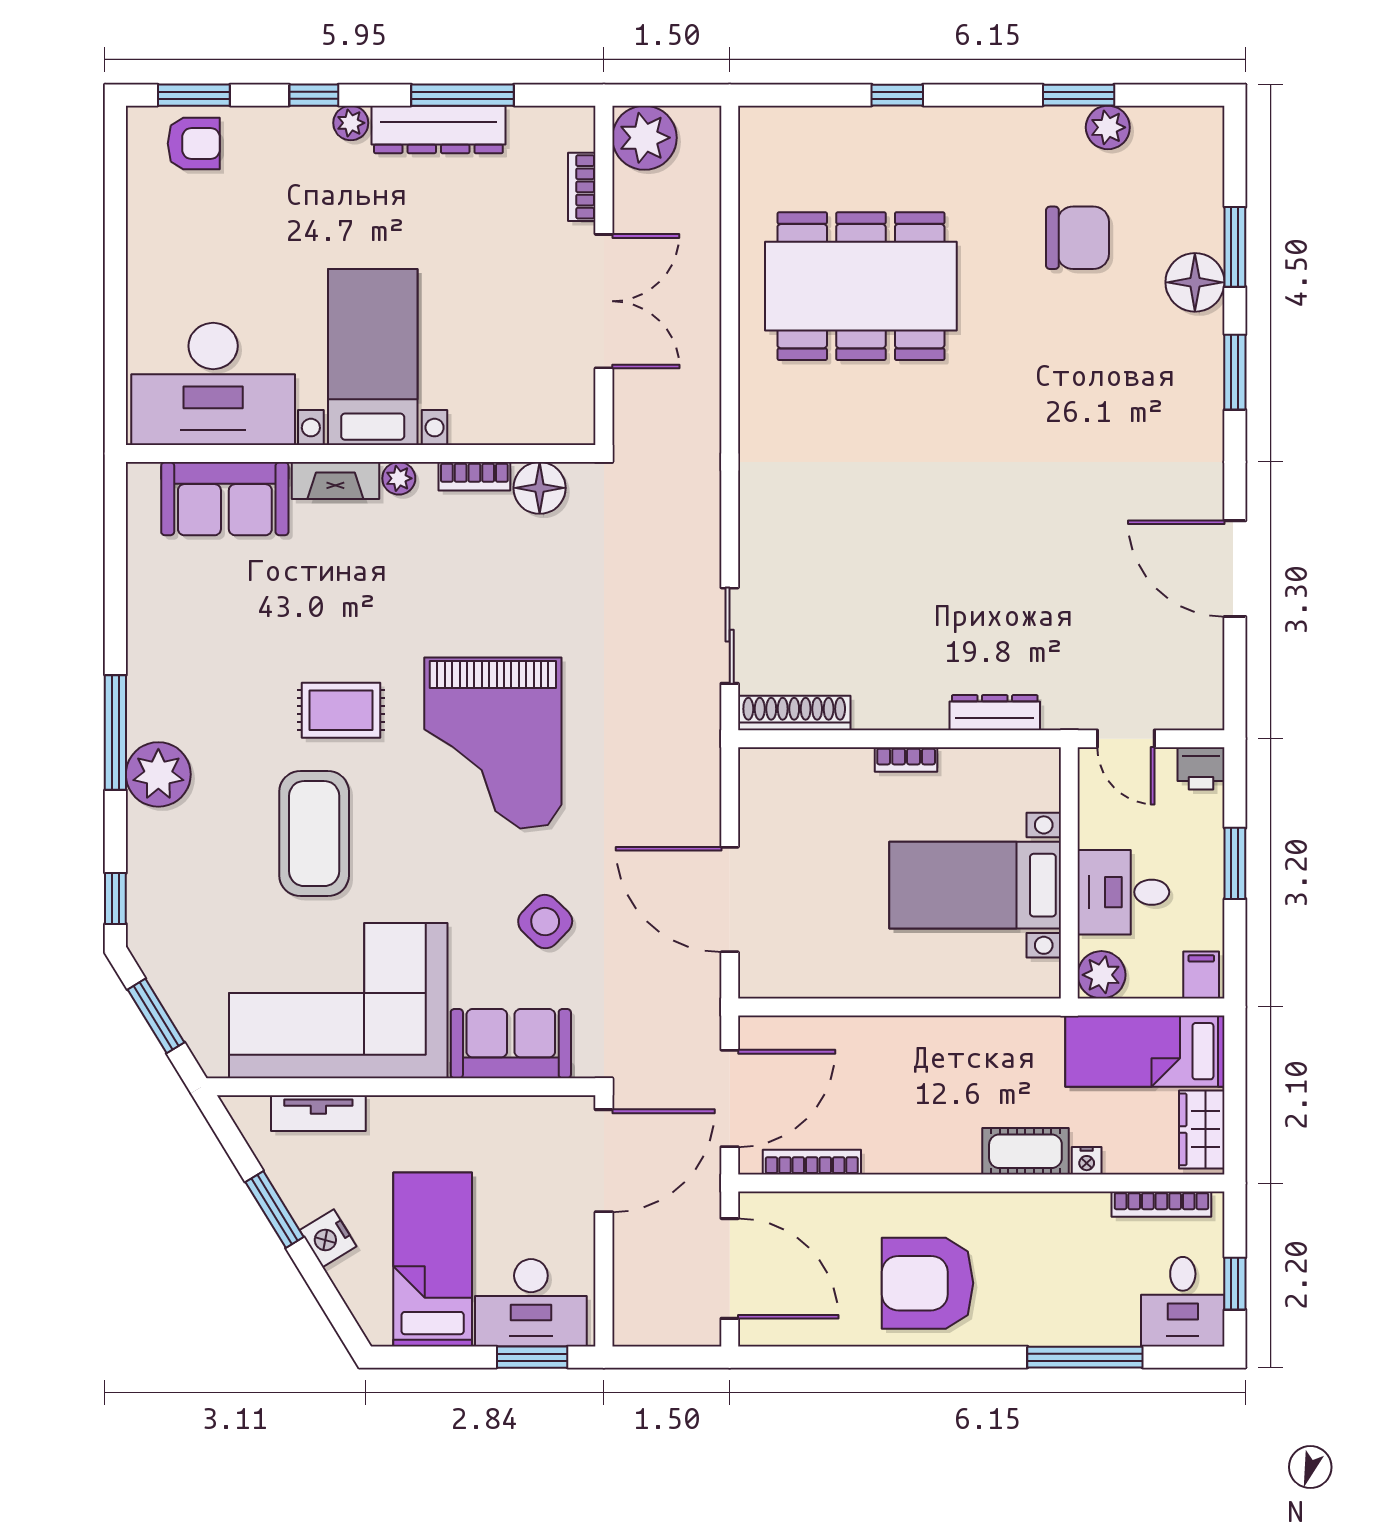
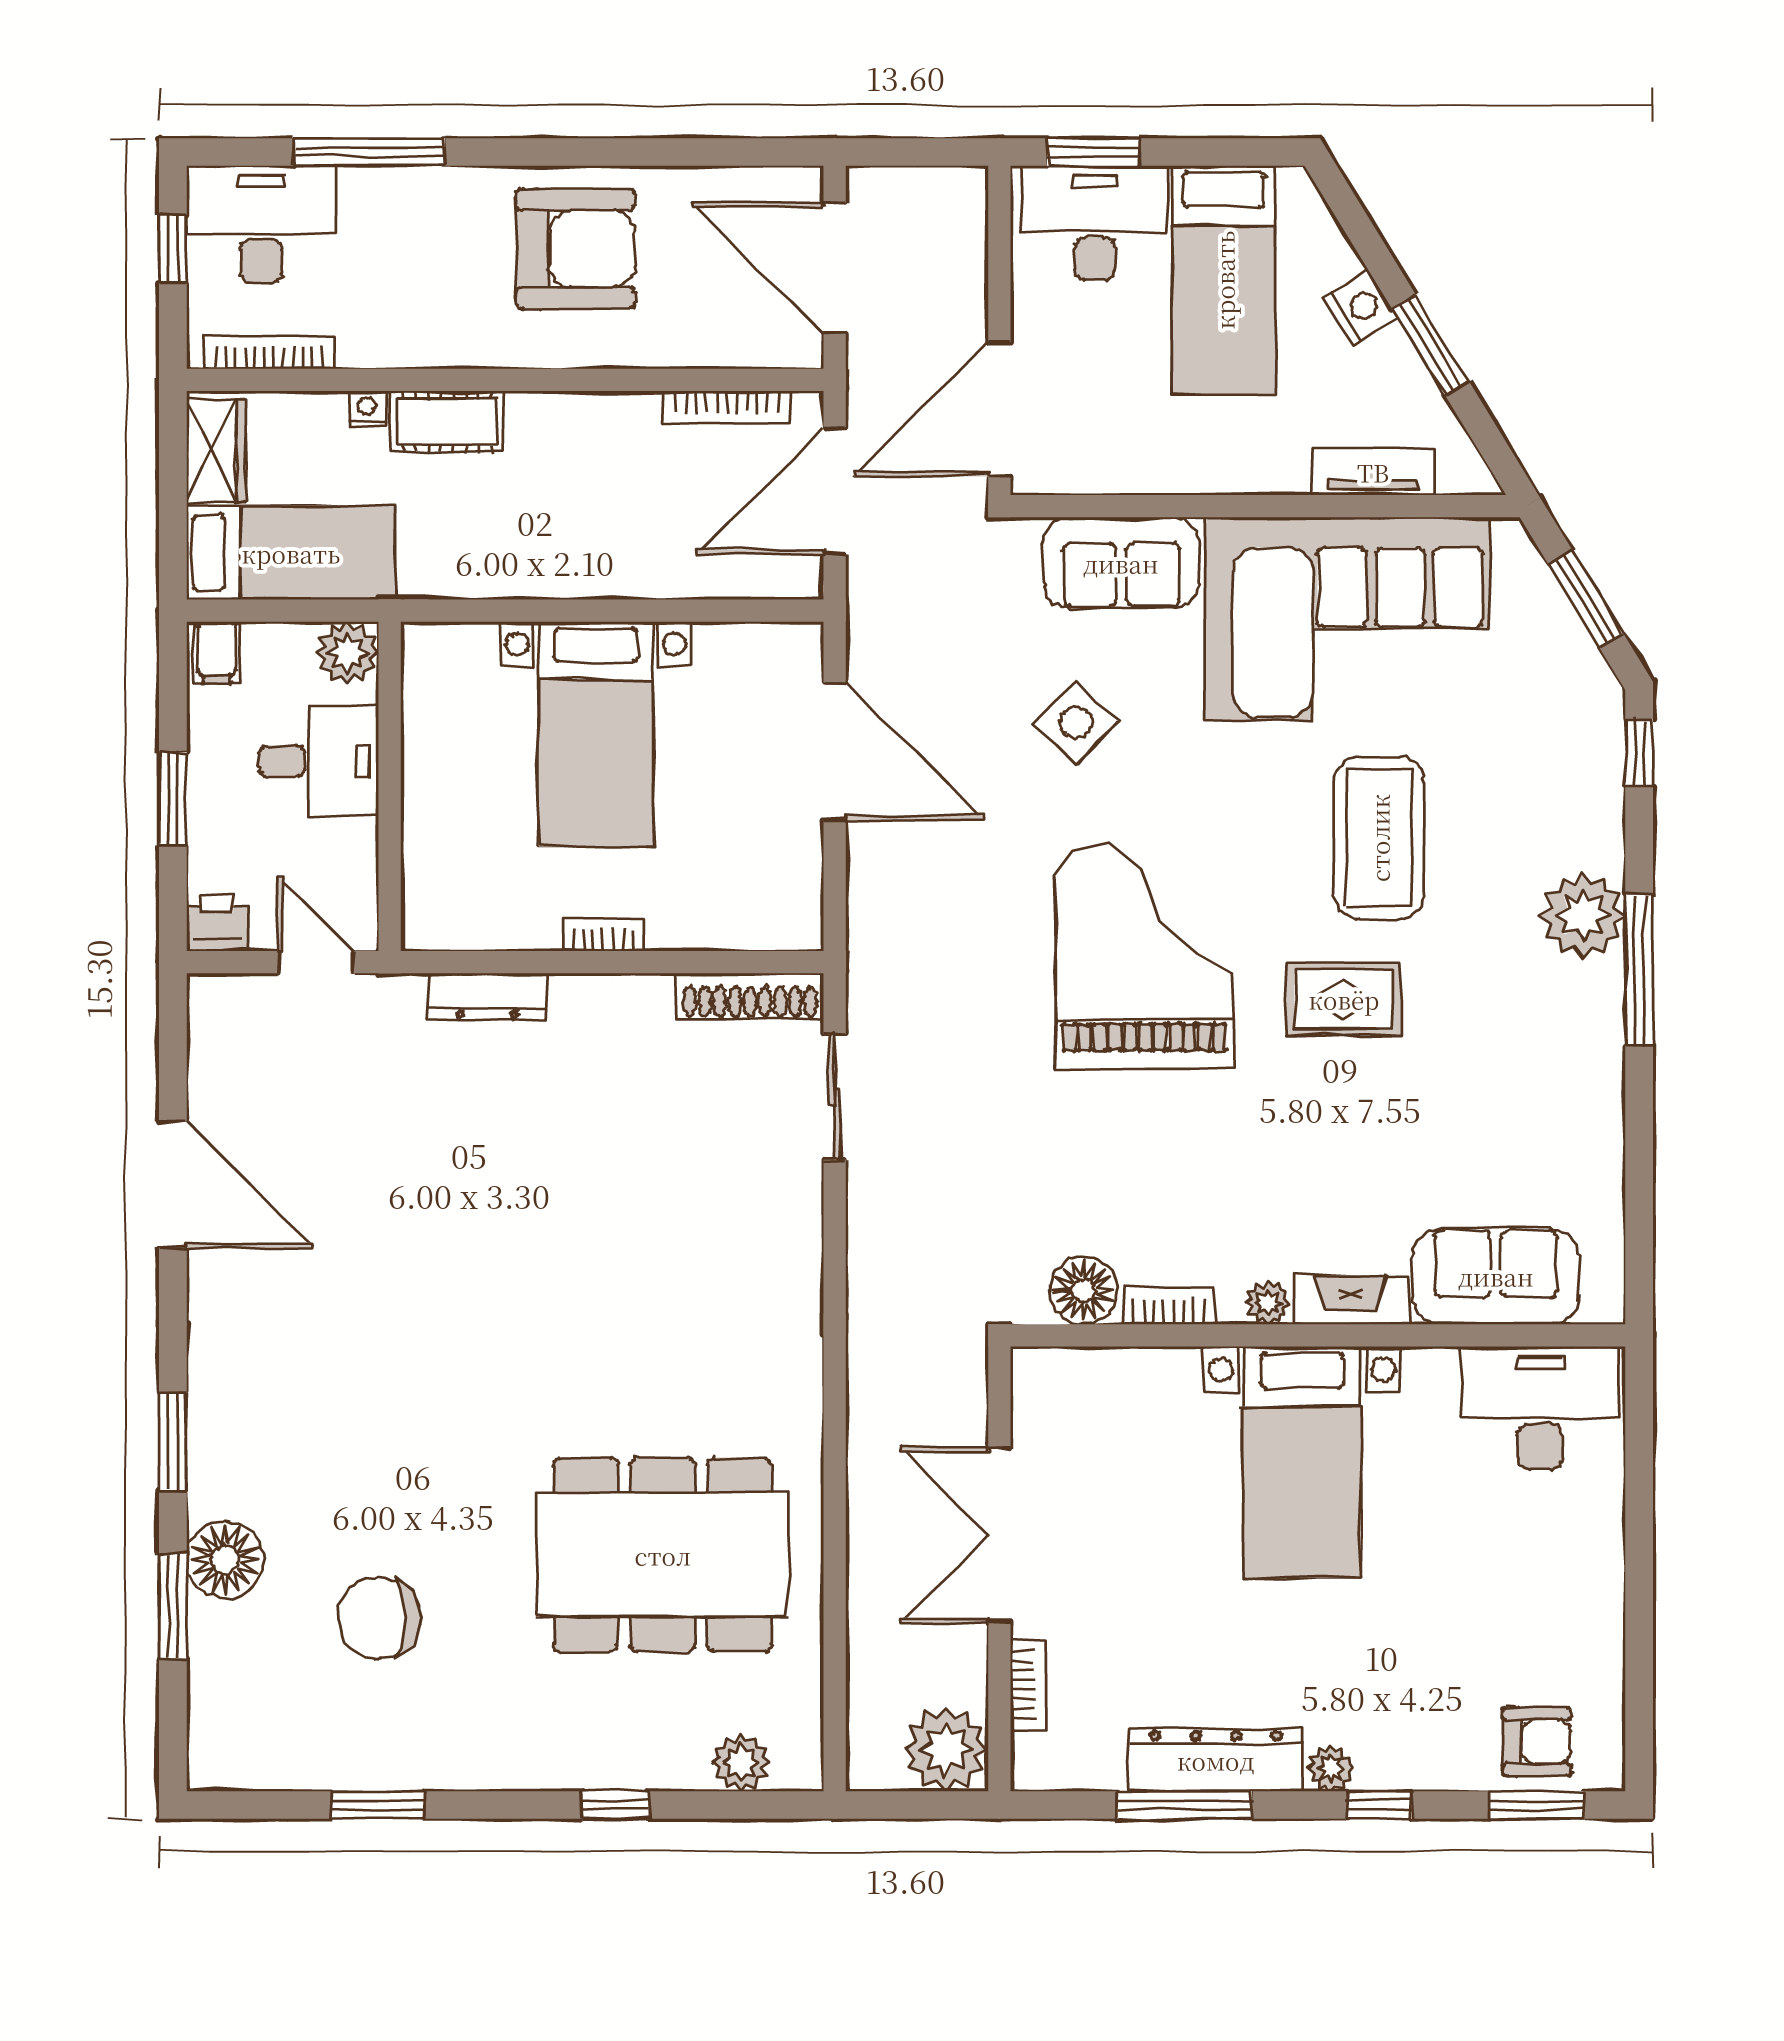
plant: (1108, 127) -> (741, 1763), moved
armchair: (194, 144) -> (1537, 1742), turned 180
desk: (213, 384) -> (1540, 1408), width x0.73, depth x0.77
bed with nightstands: (975, 885) -> (596, 734), moved, turned 90
desk: (1183, 1302) -> (261, 225), width x1.37

